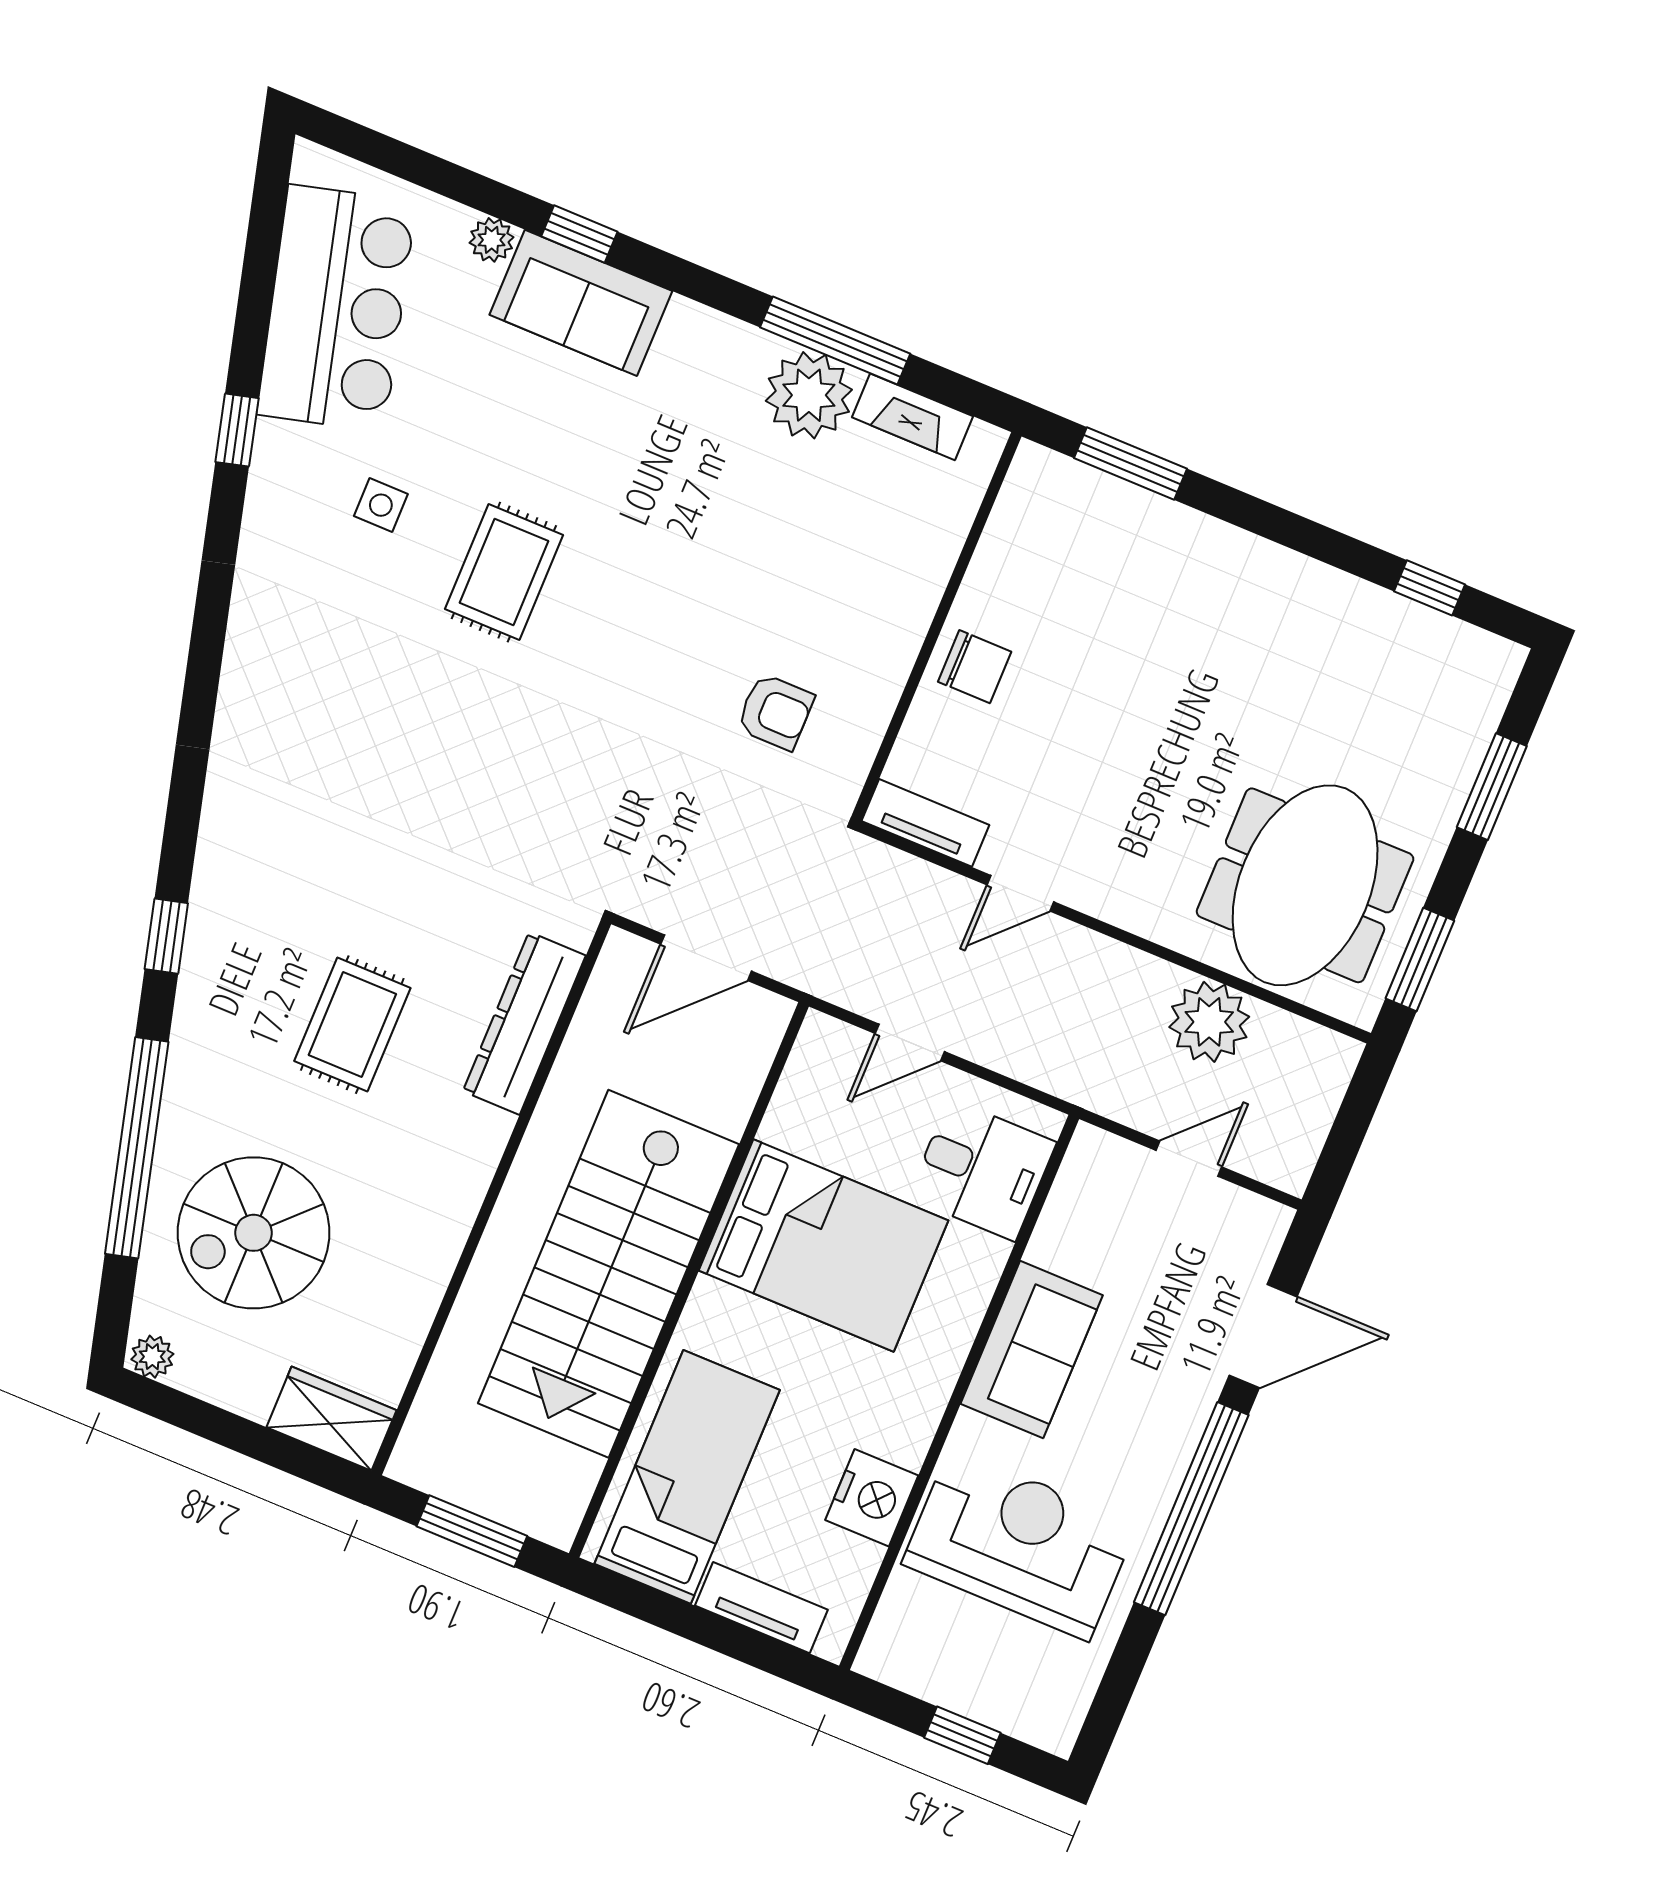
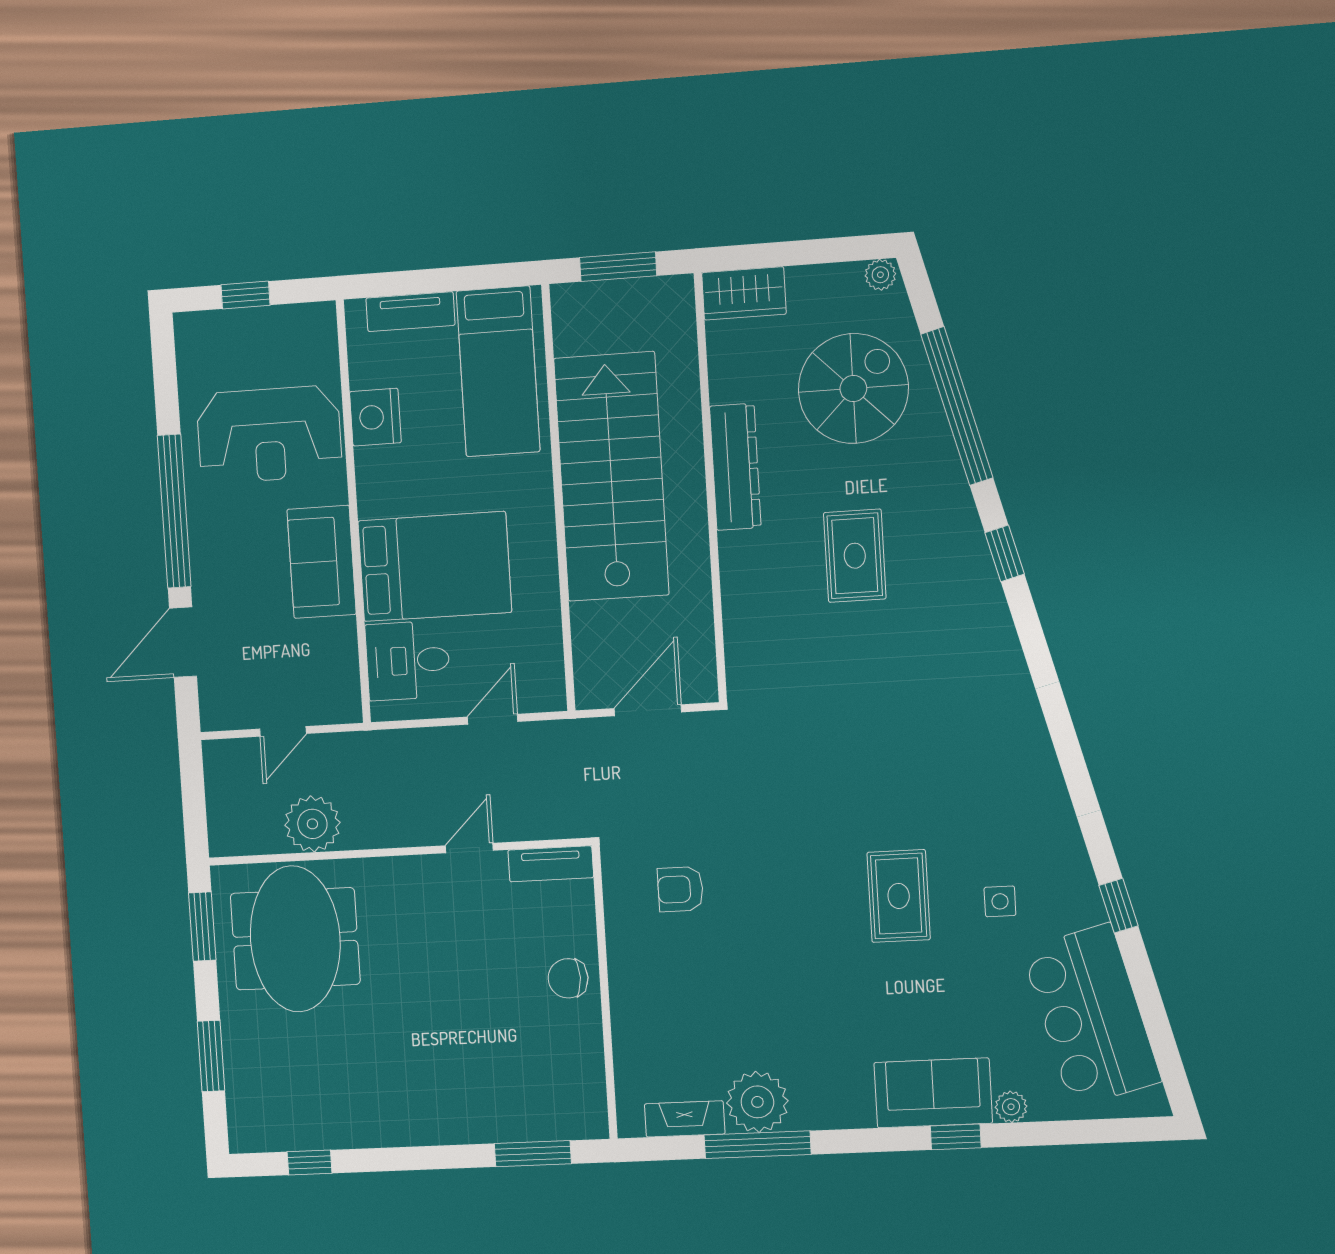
dresser: (524, 1023) -> (735, 467), moved
bed: (824, 1245) -> (435, 567), moved, turned 180

